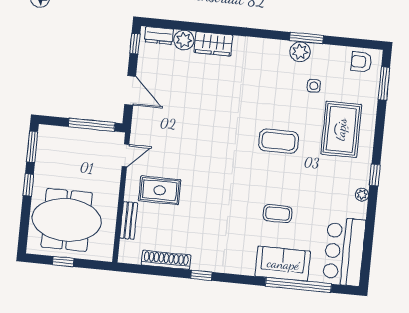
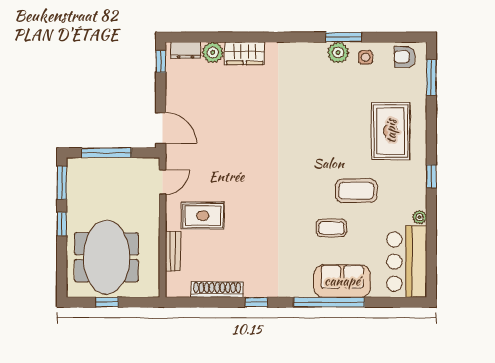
side table: (314, 86) -> (365, 57), moved
door: (130, 90) -> (161, 128), moved
window: (92, 125) -> (106, 153), moved
coffee table: (279, 141) -> (356, 191), moved
plant: (362, 195) -> (420, 217), moved
meeting table: (67, 220) -> (106, 257), turned 90
window: (298, 285) -> (329, 302), moved

